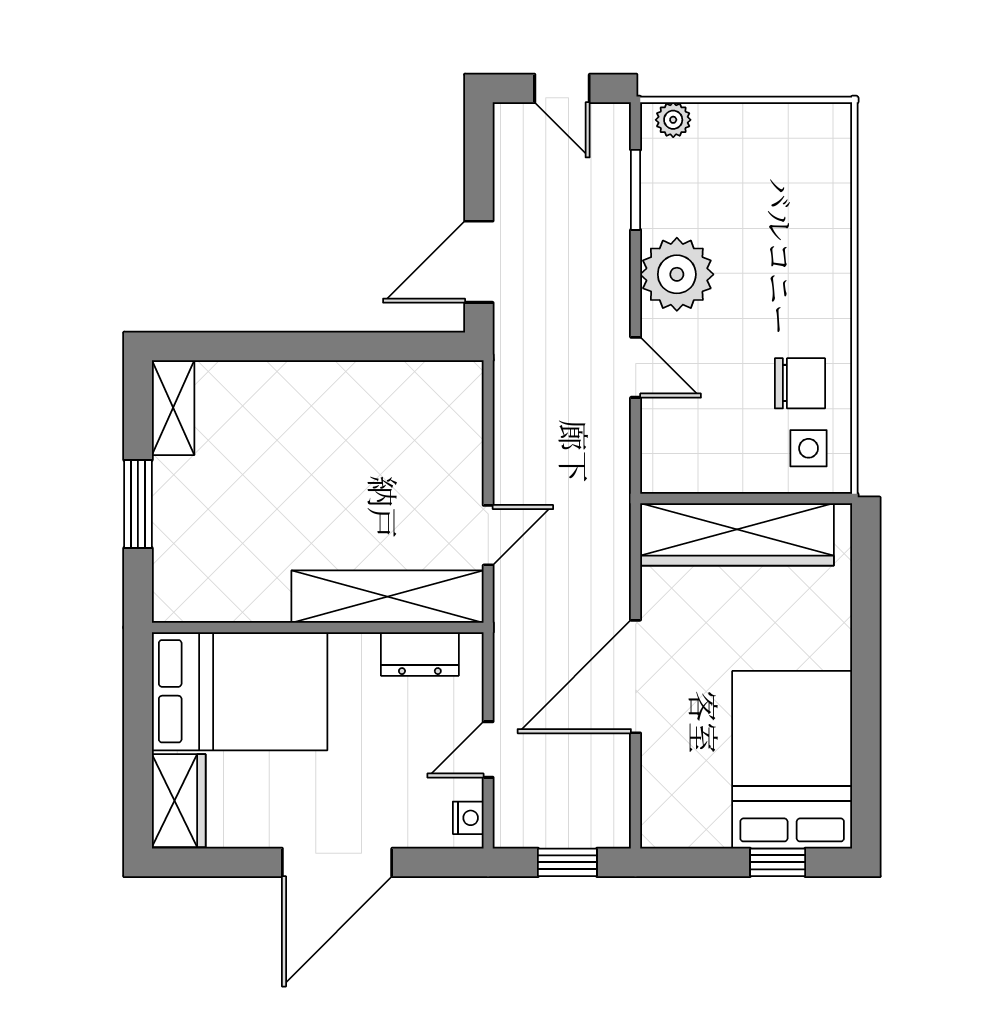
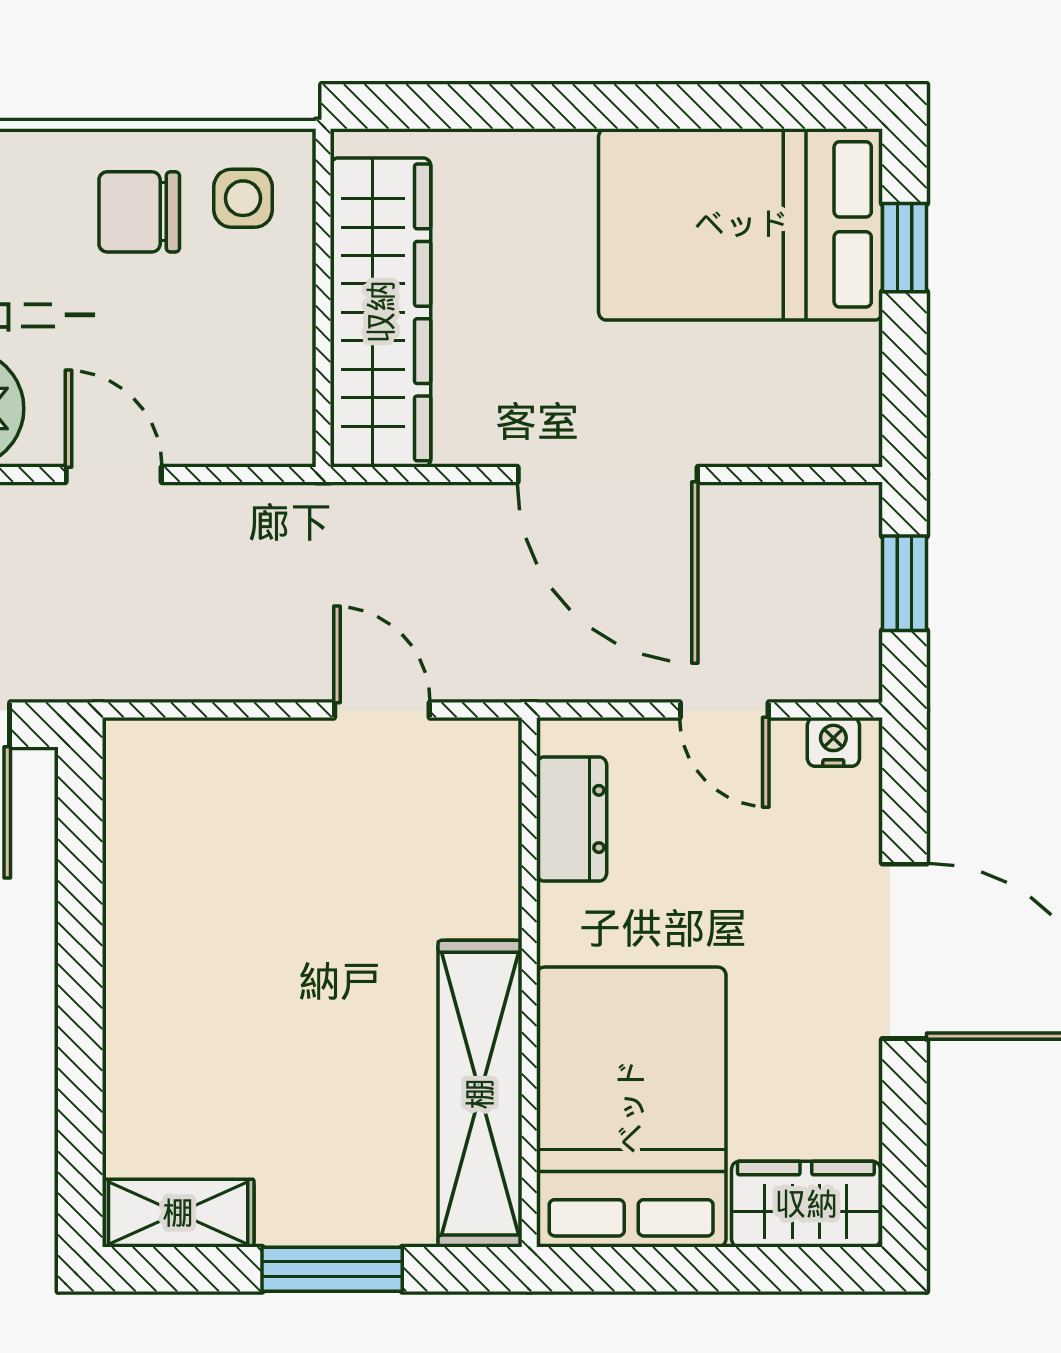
door: (636, 367) -> (114, 474), hinge flipped
chair: (800, 383) -> (139, 212), turned -90
shelving: (387, 597) -> (480, 1094), moved

